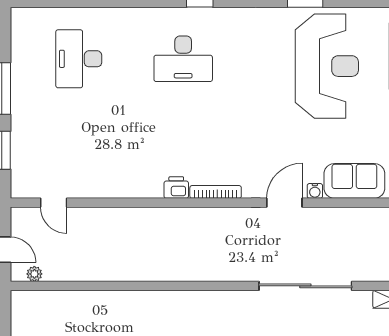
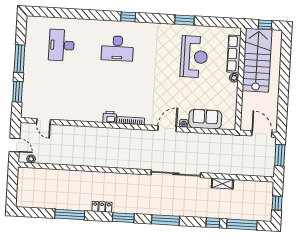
reception desk: (327, 66) -> (194, 57), width x0.74, depth x0.77

